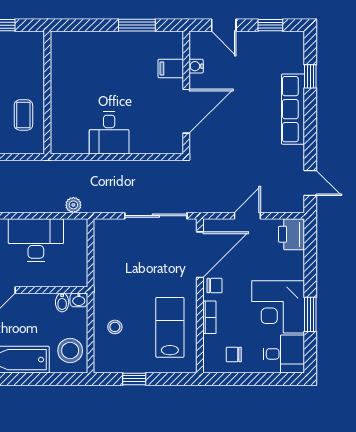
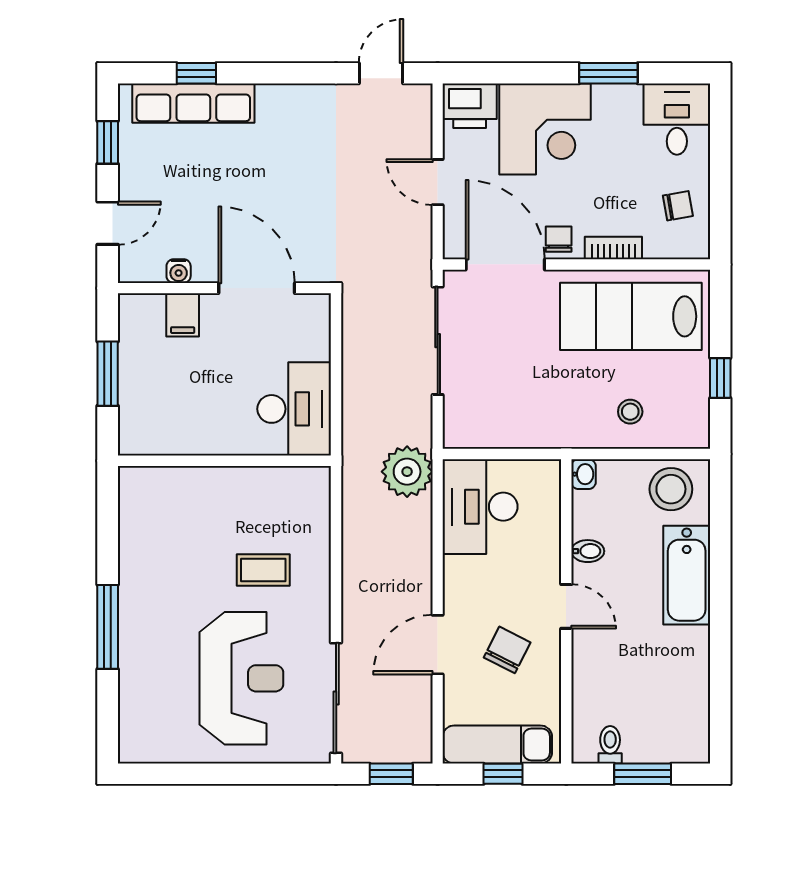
wall: (47, 93) -> (224, 461), moved
row of seats: (293, 109) -> (193, 103), moved
desk: (109, 133) -> (294, 409), width x1.37
plant: (73, 205) -> (407, 472), width x1.87, depth x1.87
desk: (36, 240) -> (480, 507), moved
bidet: (62, 302) -> (588, 551), moved
corner desk: (278, 307) -> (545, 129), moved
lab bench: (170, 327) -> (631, 316), width x1.36, depth x1.39
chair: (234, 354) -> (678, 206), turned -100

